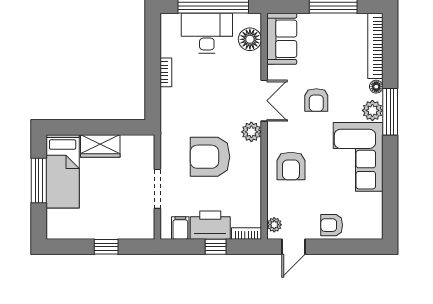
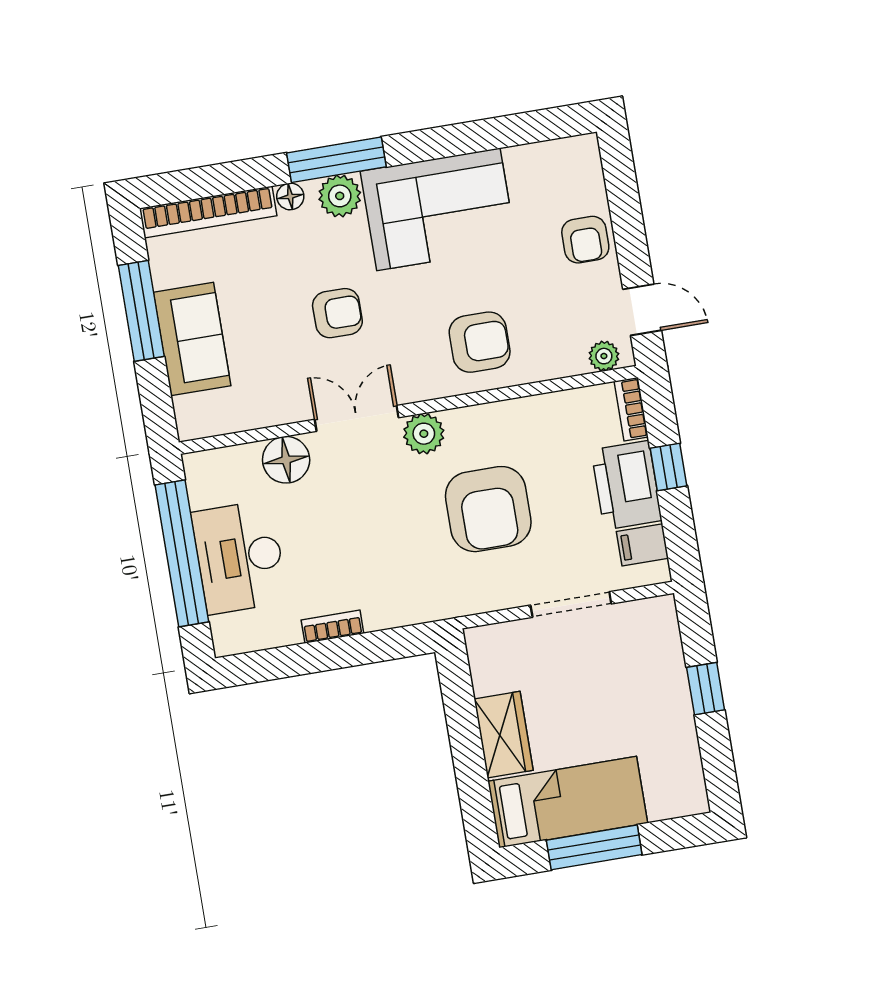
floor lamp: (250, 39) -> (286, 460), moved
sofa: (282, 39) -> (192, 339), moved, turned 90

